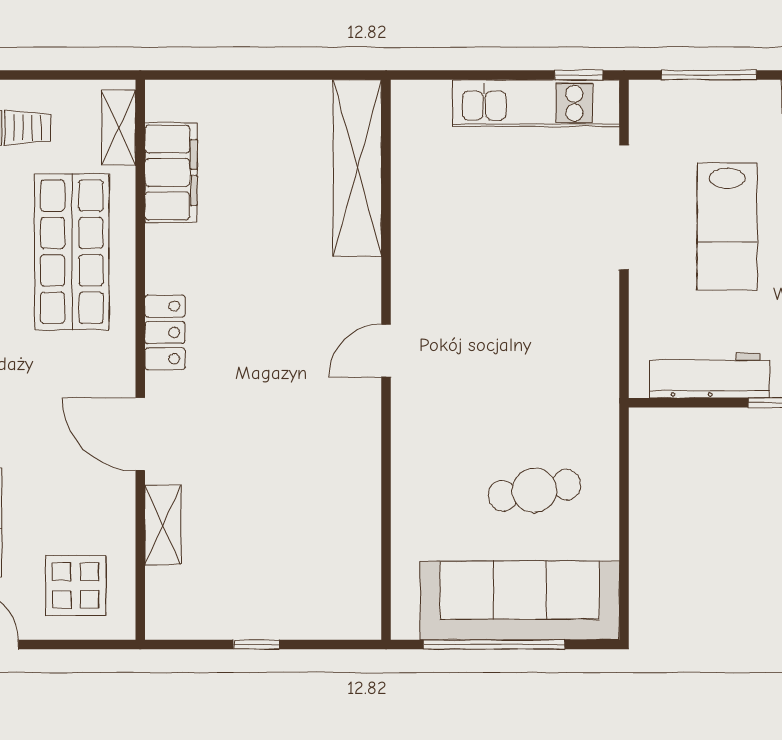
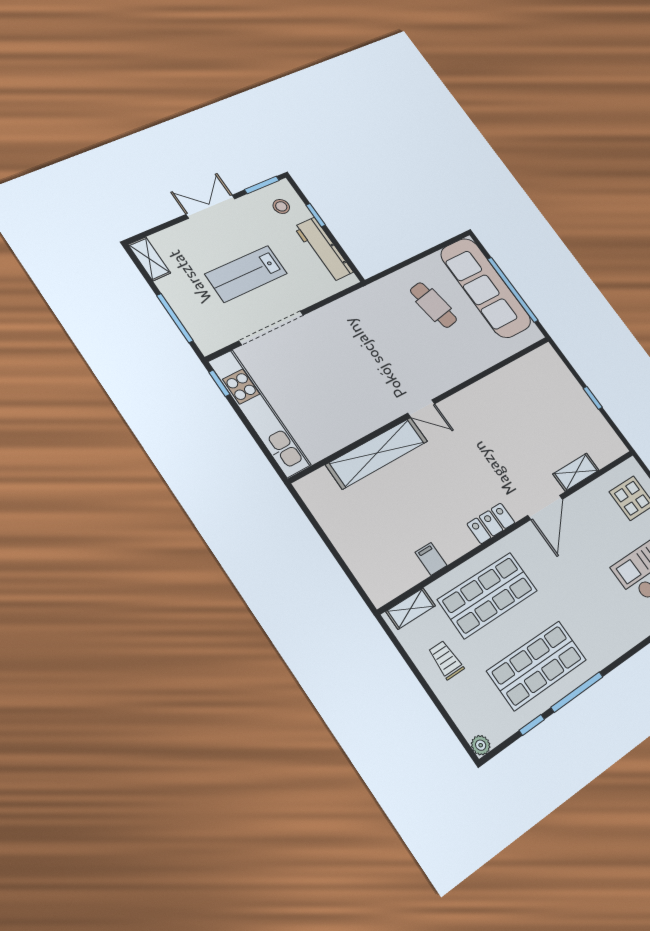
kitchen unit: (536, 103) -> (259, 413), width x1.36
shelving: (357, 168) -> (377, 453), moved
filing cabinet: (171, 172) -> (431, 559), width x0.33, depth x0.86
lab bench: (727, 227) -> (246, 274), turned 180

